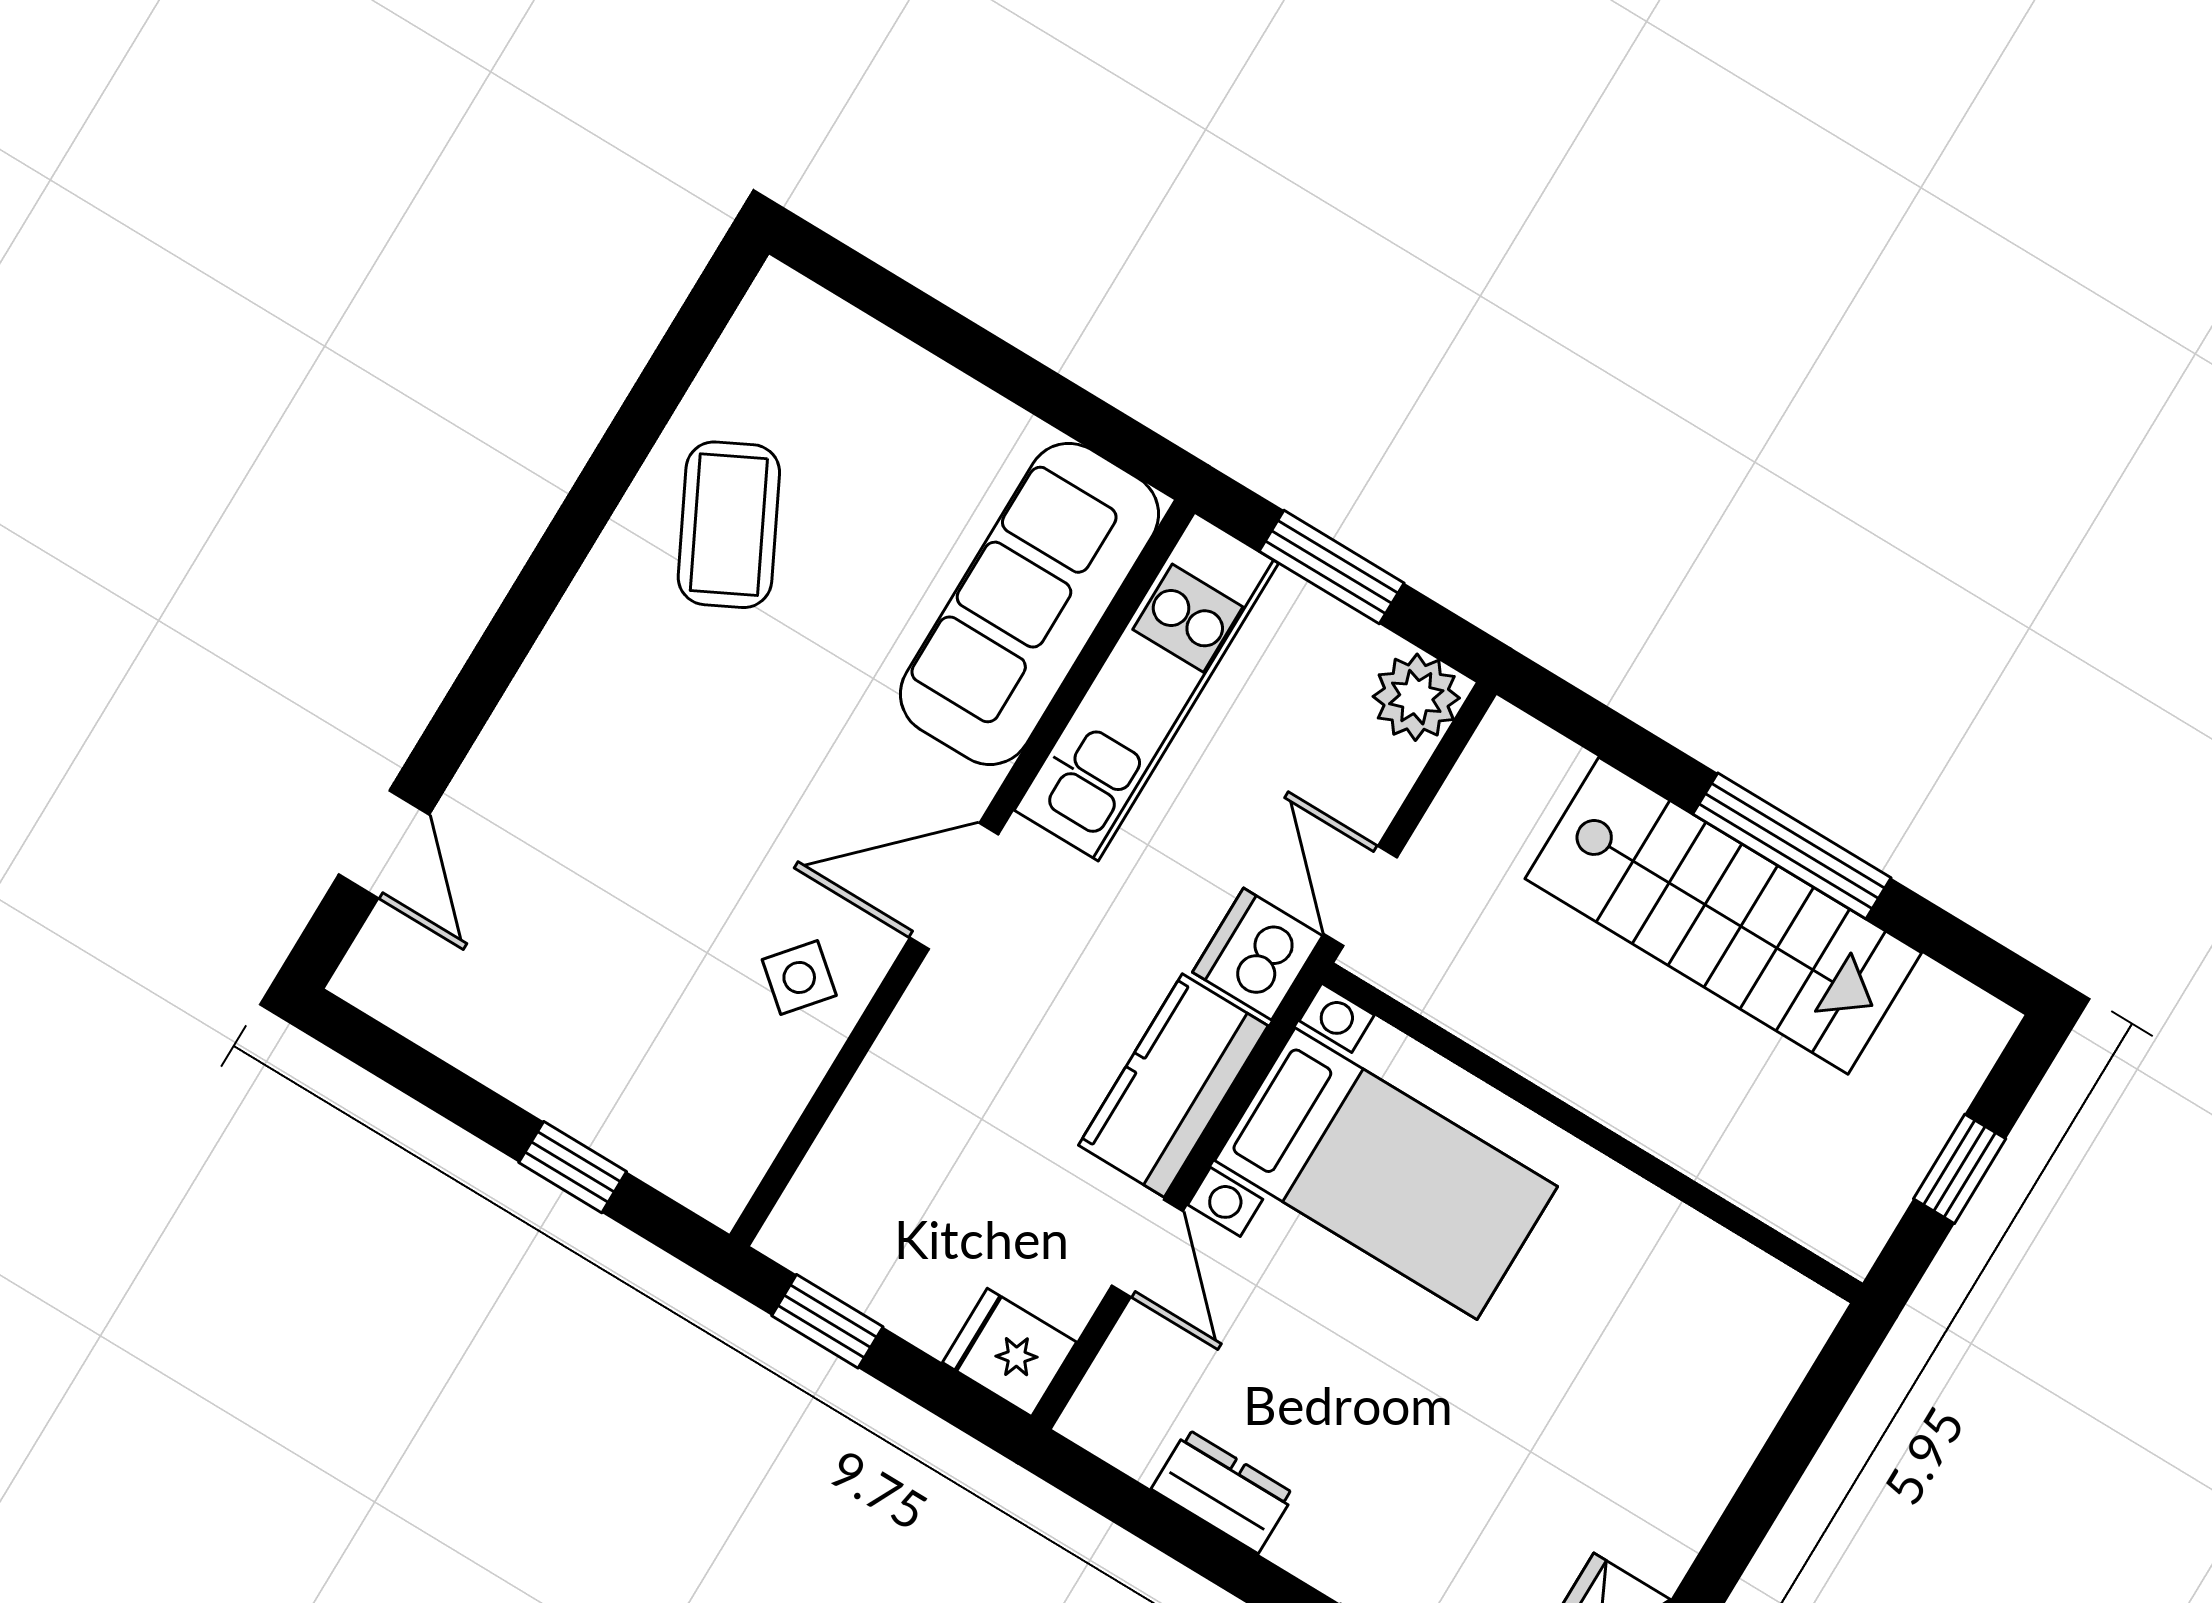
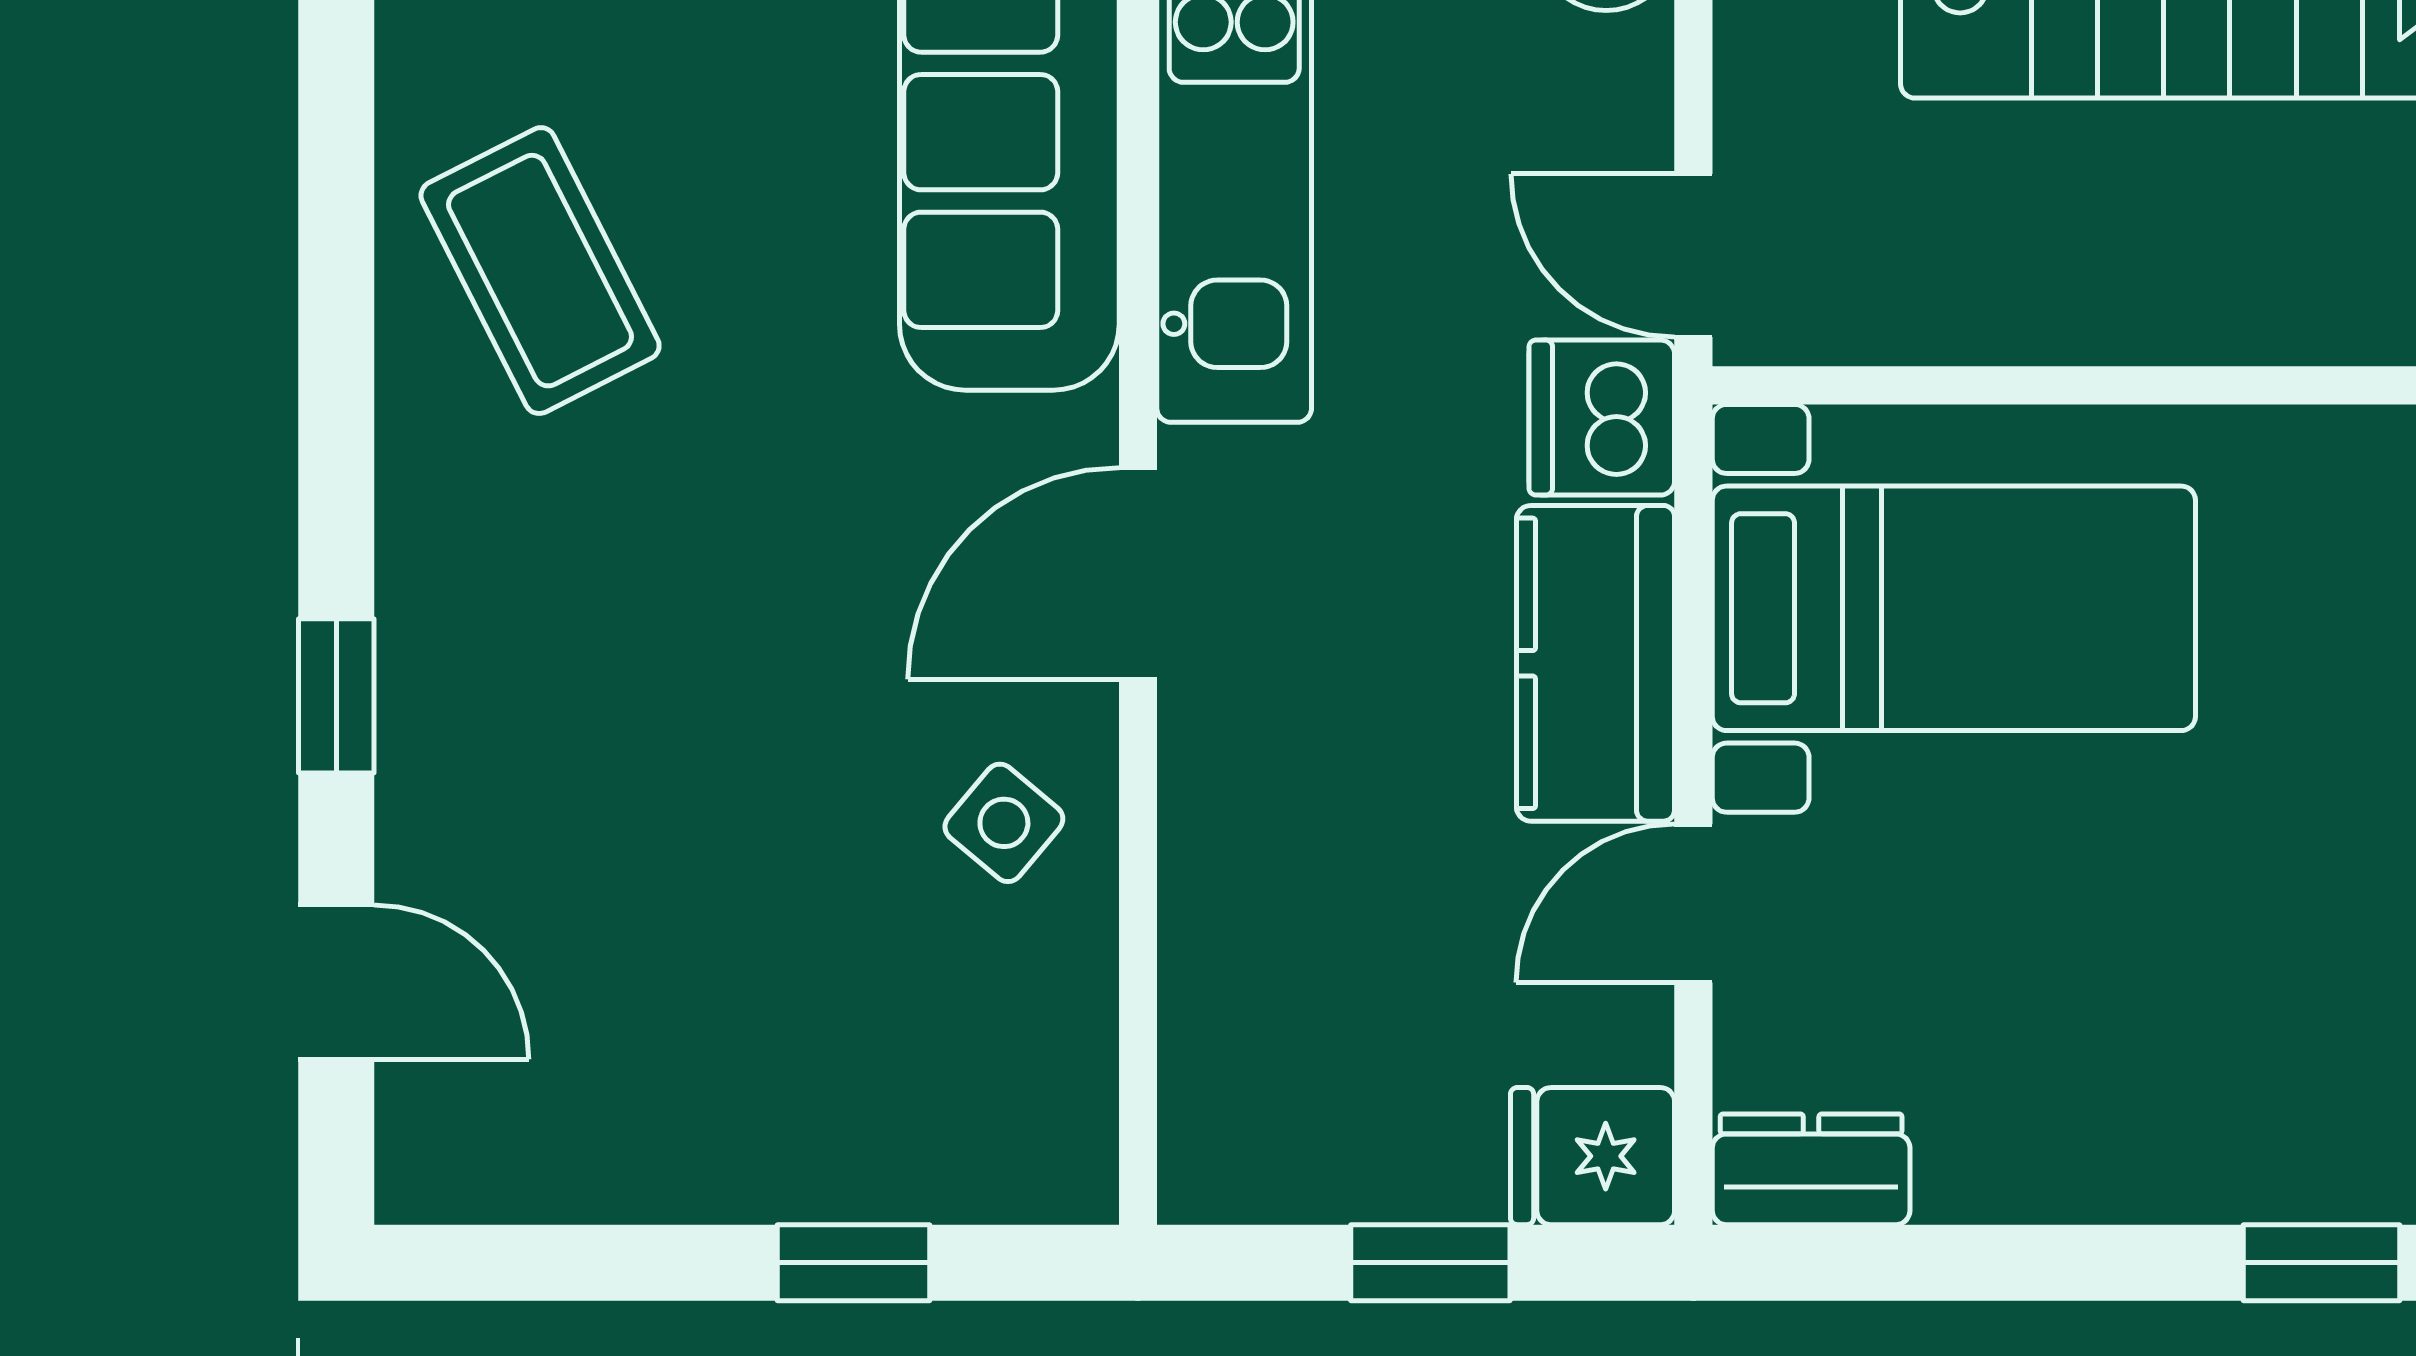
window: (478, 689) -> (336, 696), added
door: (1147, 1248) -> (1693, 903), swing flipped
window: (827, 1321) -> (1430, 1263), moved
dresser: (1223, 1491) -> (1811, 1169), moved

